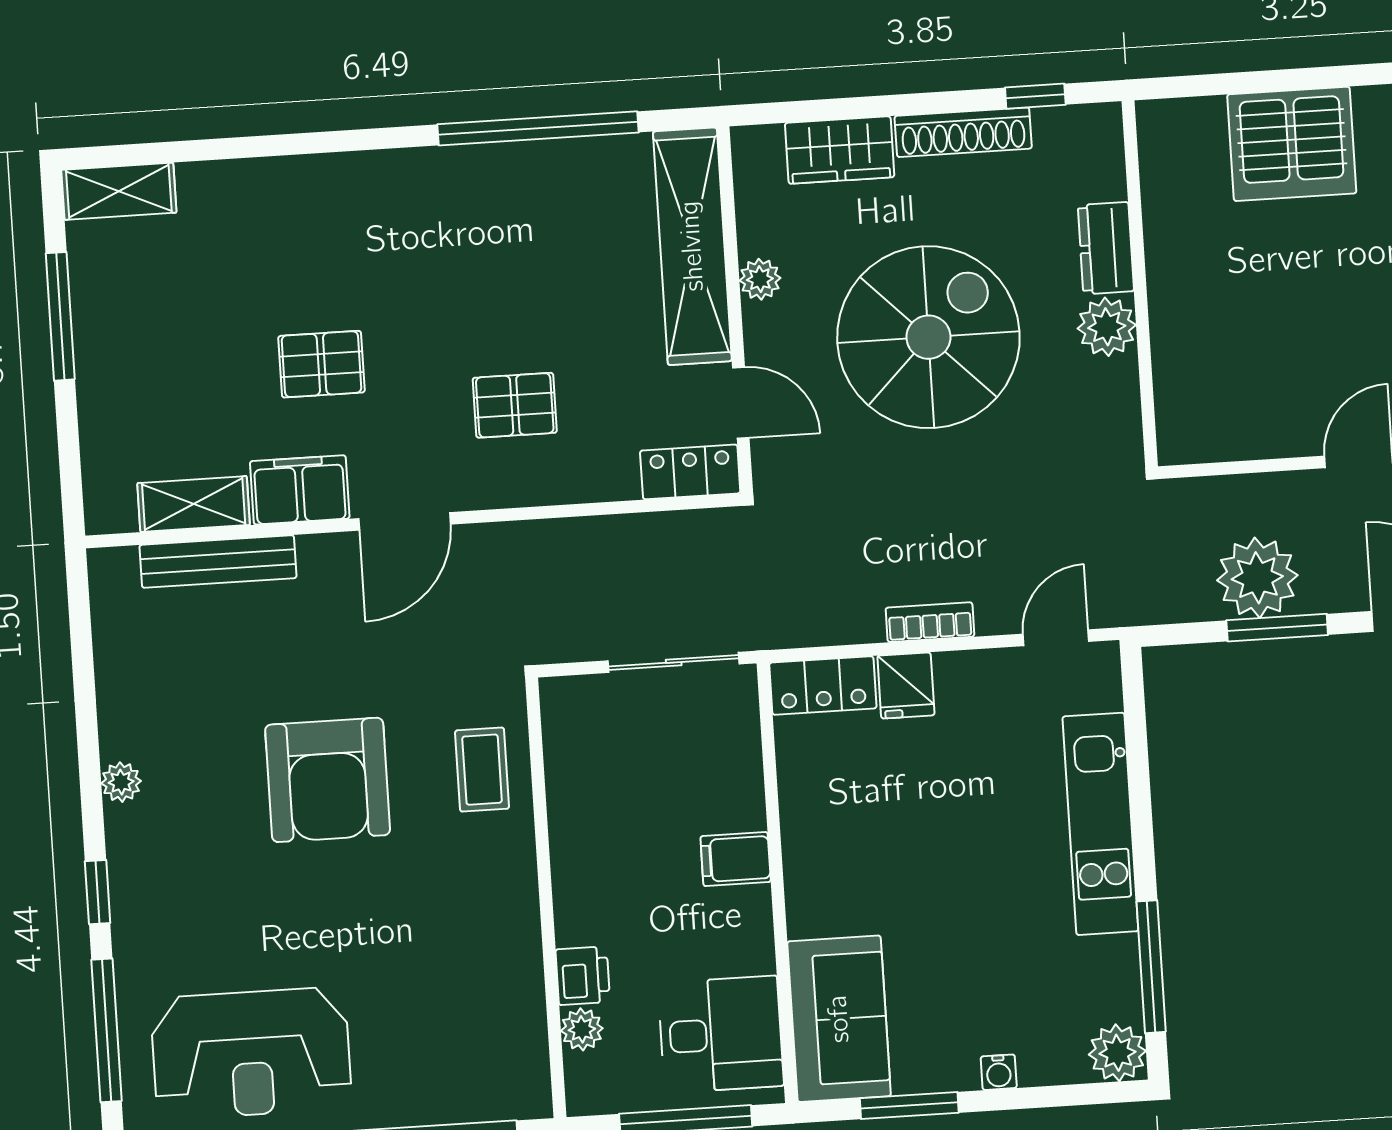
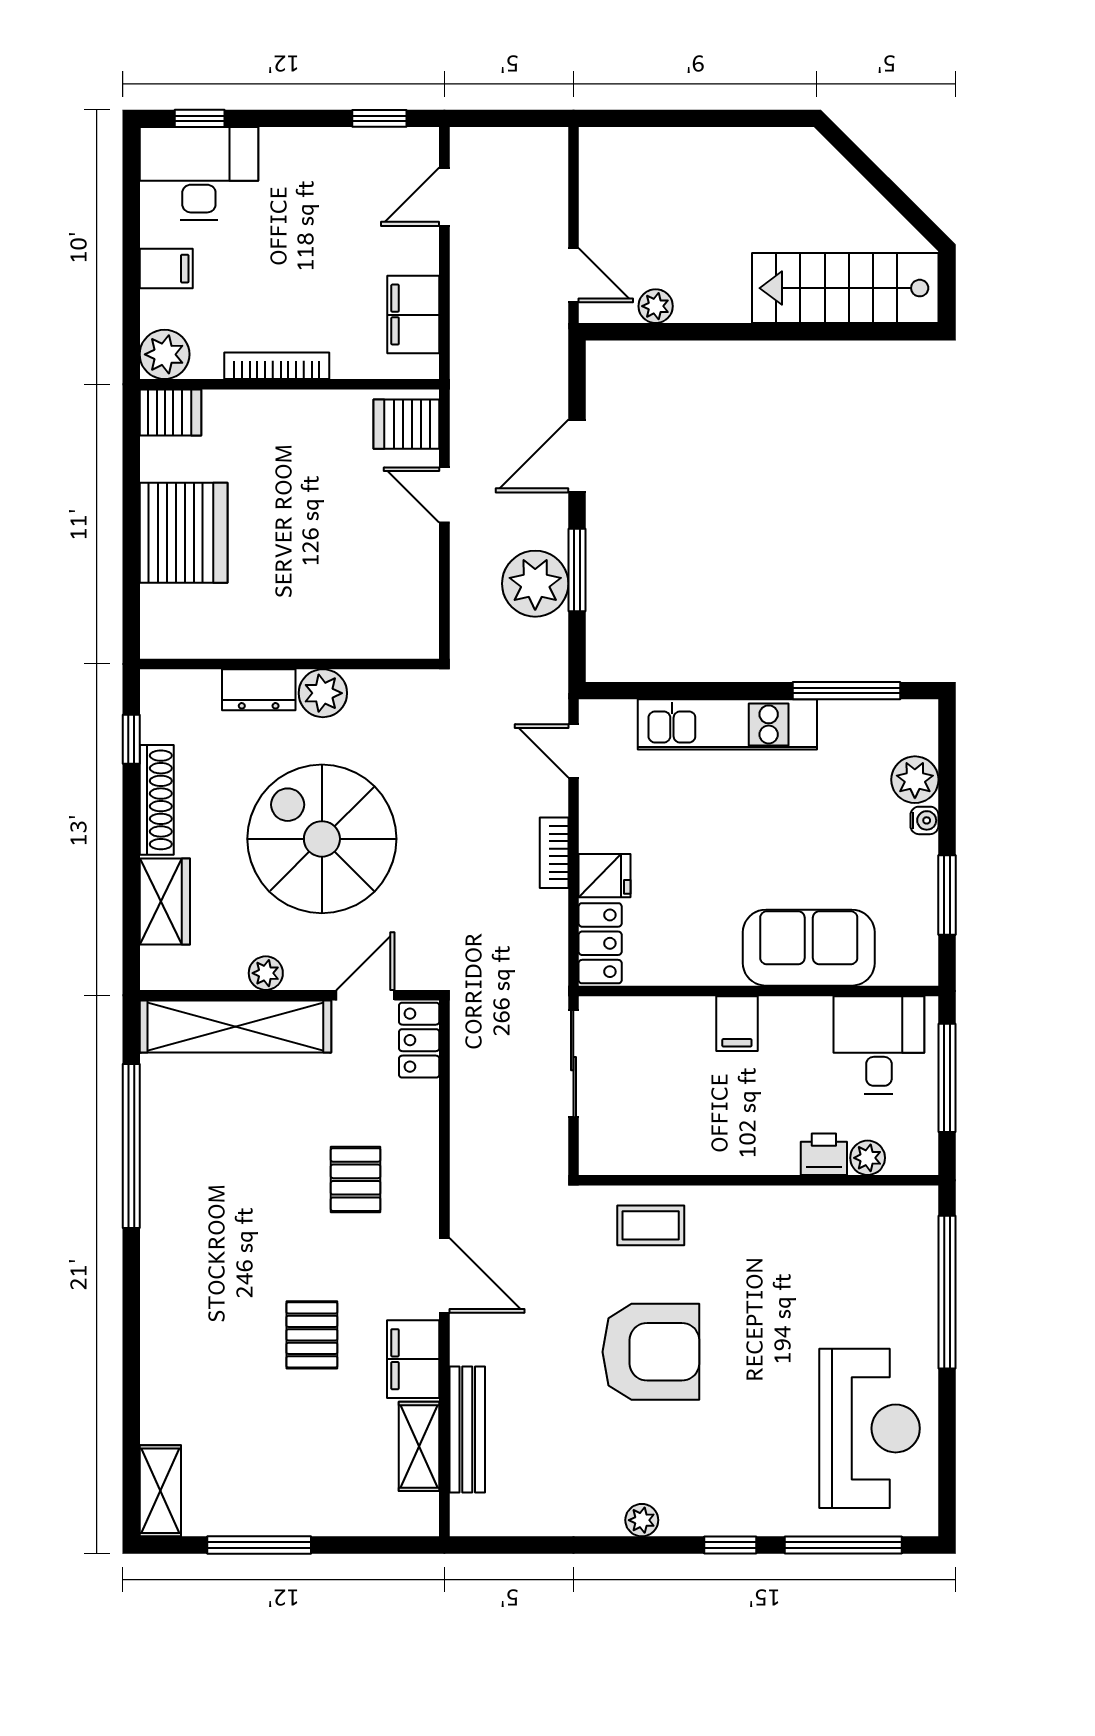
sofa: (839, 1019) -> (809, 948), moved
plant: (1117, 1053) -> (915, 780), moved

